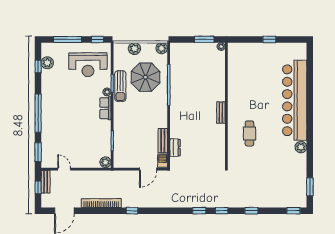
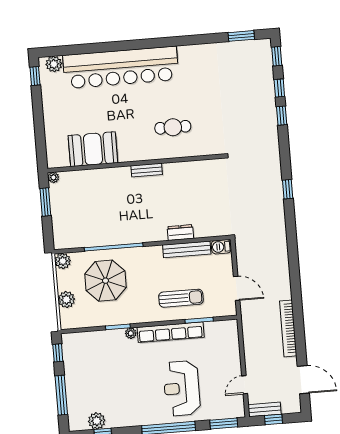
window: (269, 39) -> (35, 76), moved
reception desk: (88, 65) -> (182, 388), moved, turned 180
booth: (239, 76) -> (93, 149), added
sun lounger: (120, 86) -> (181, 298), moved
row of seats: (105, 108) -> (171, 332), width x2.02
bench: (163, 141) -> (187, 249), width x1.36
plant: (301, 147) -> (54, 64), moved
dresser: (175, 148) -> (180, 233), moved
plant: (105, 162) -> (230, 327), removed
door: (148, 169) -> (237, 288), moved
window: (132, 211) -> (295, 284), removed
window: (222, 211) -> (279, 88), moved

